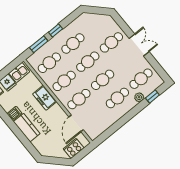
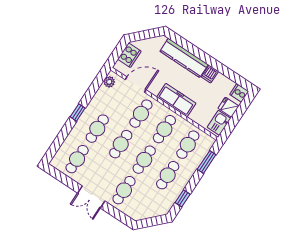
window: (56, 31) -> (183, 198), moved
plant: (139, 97) -> (109, 82), moved
window: (152, 97) -> (78, 112), moved
freezer: (45, 98) -> (176, 100), width x1.40
door: (76, 123) -> (136, 85), hinge flipped
kitchen counter: (27, 128) -> (184, 58), width x1.50

